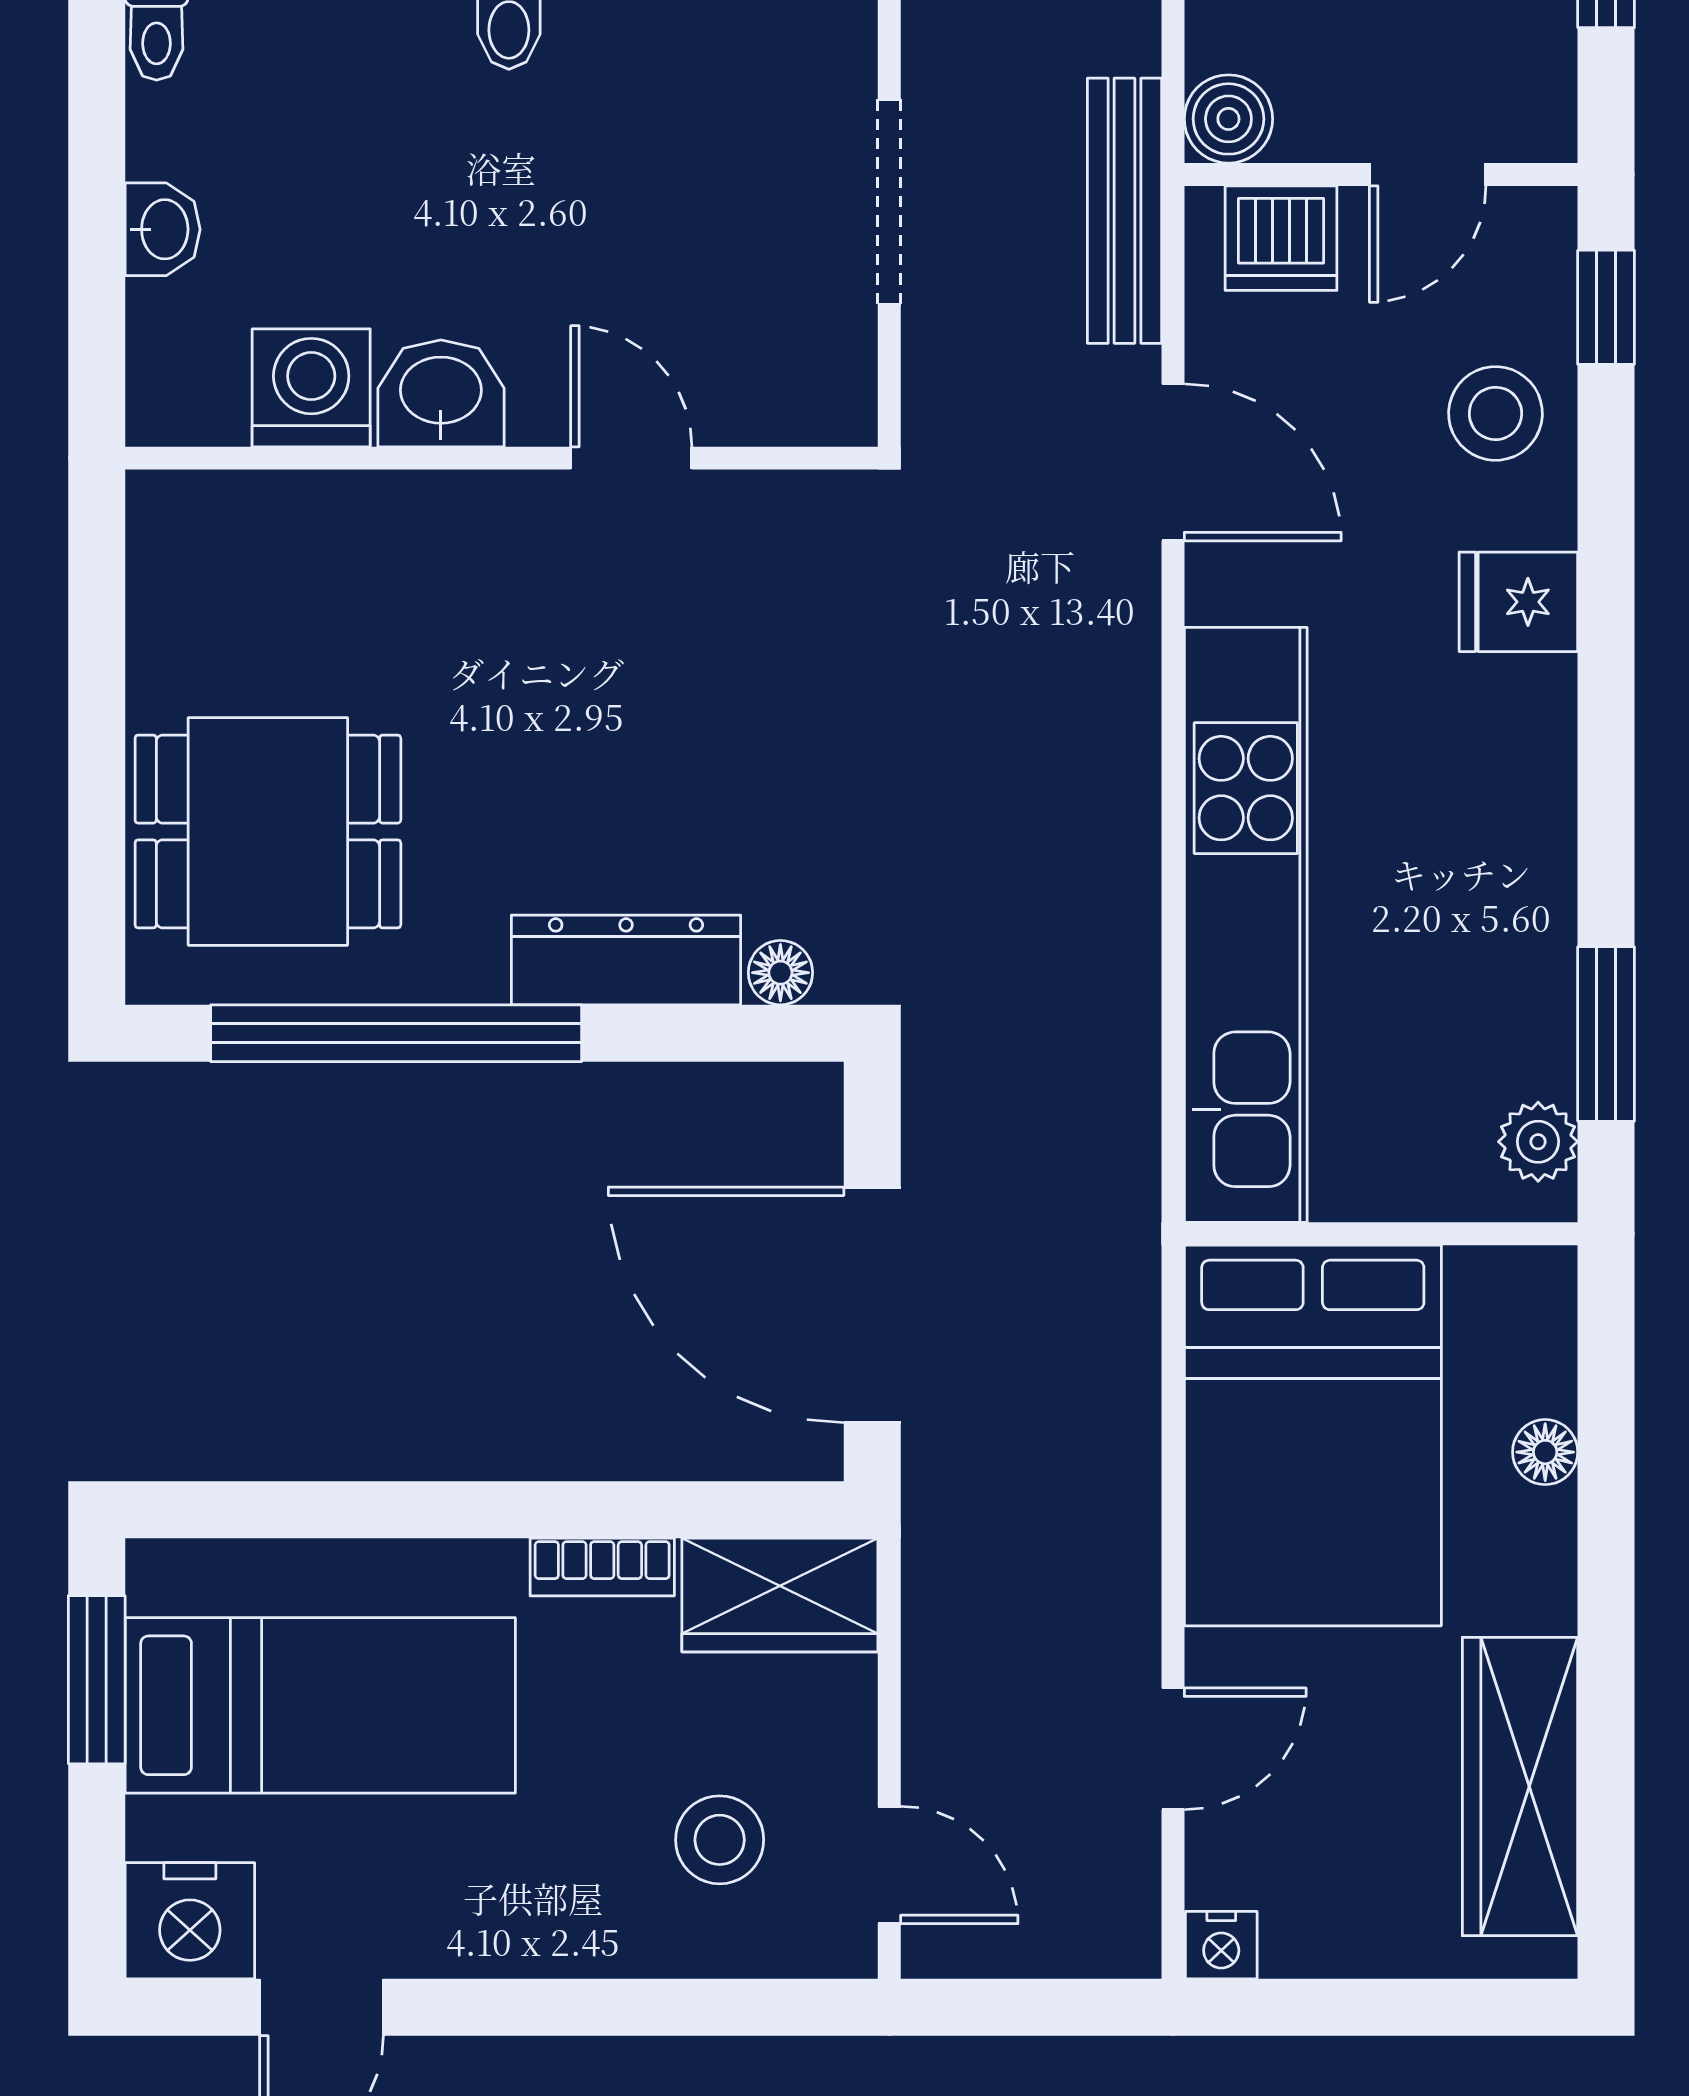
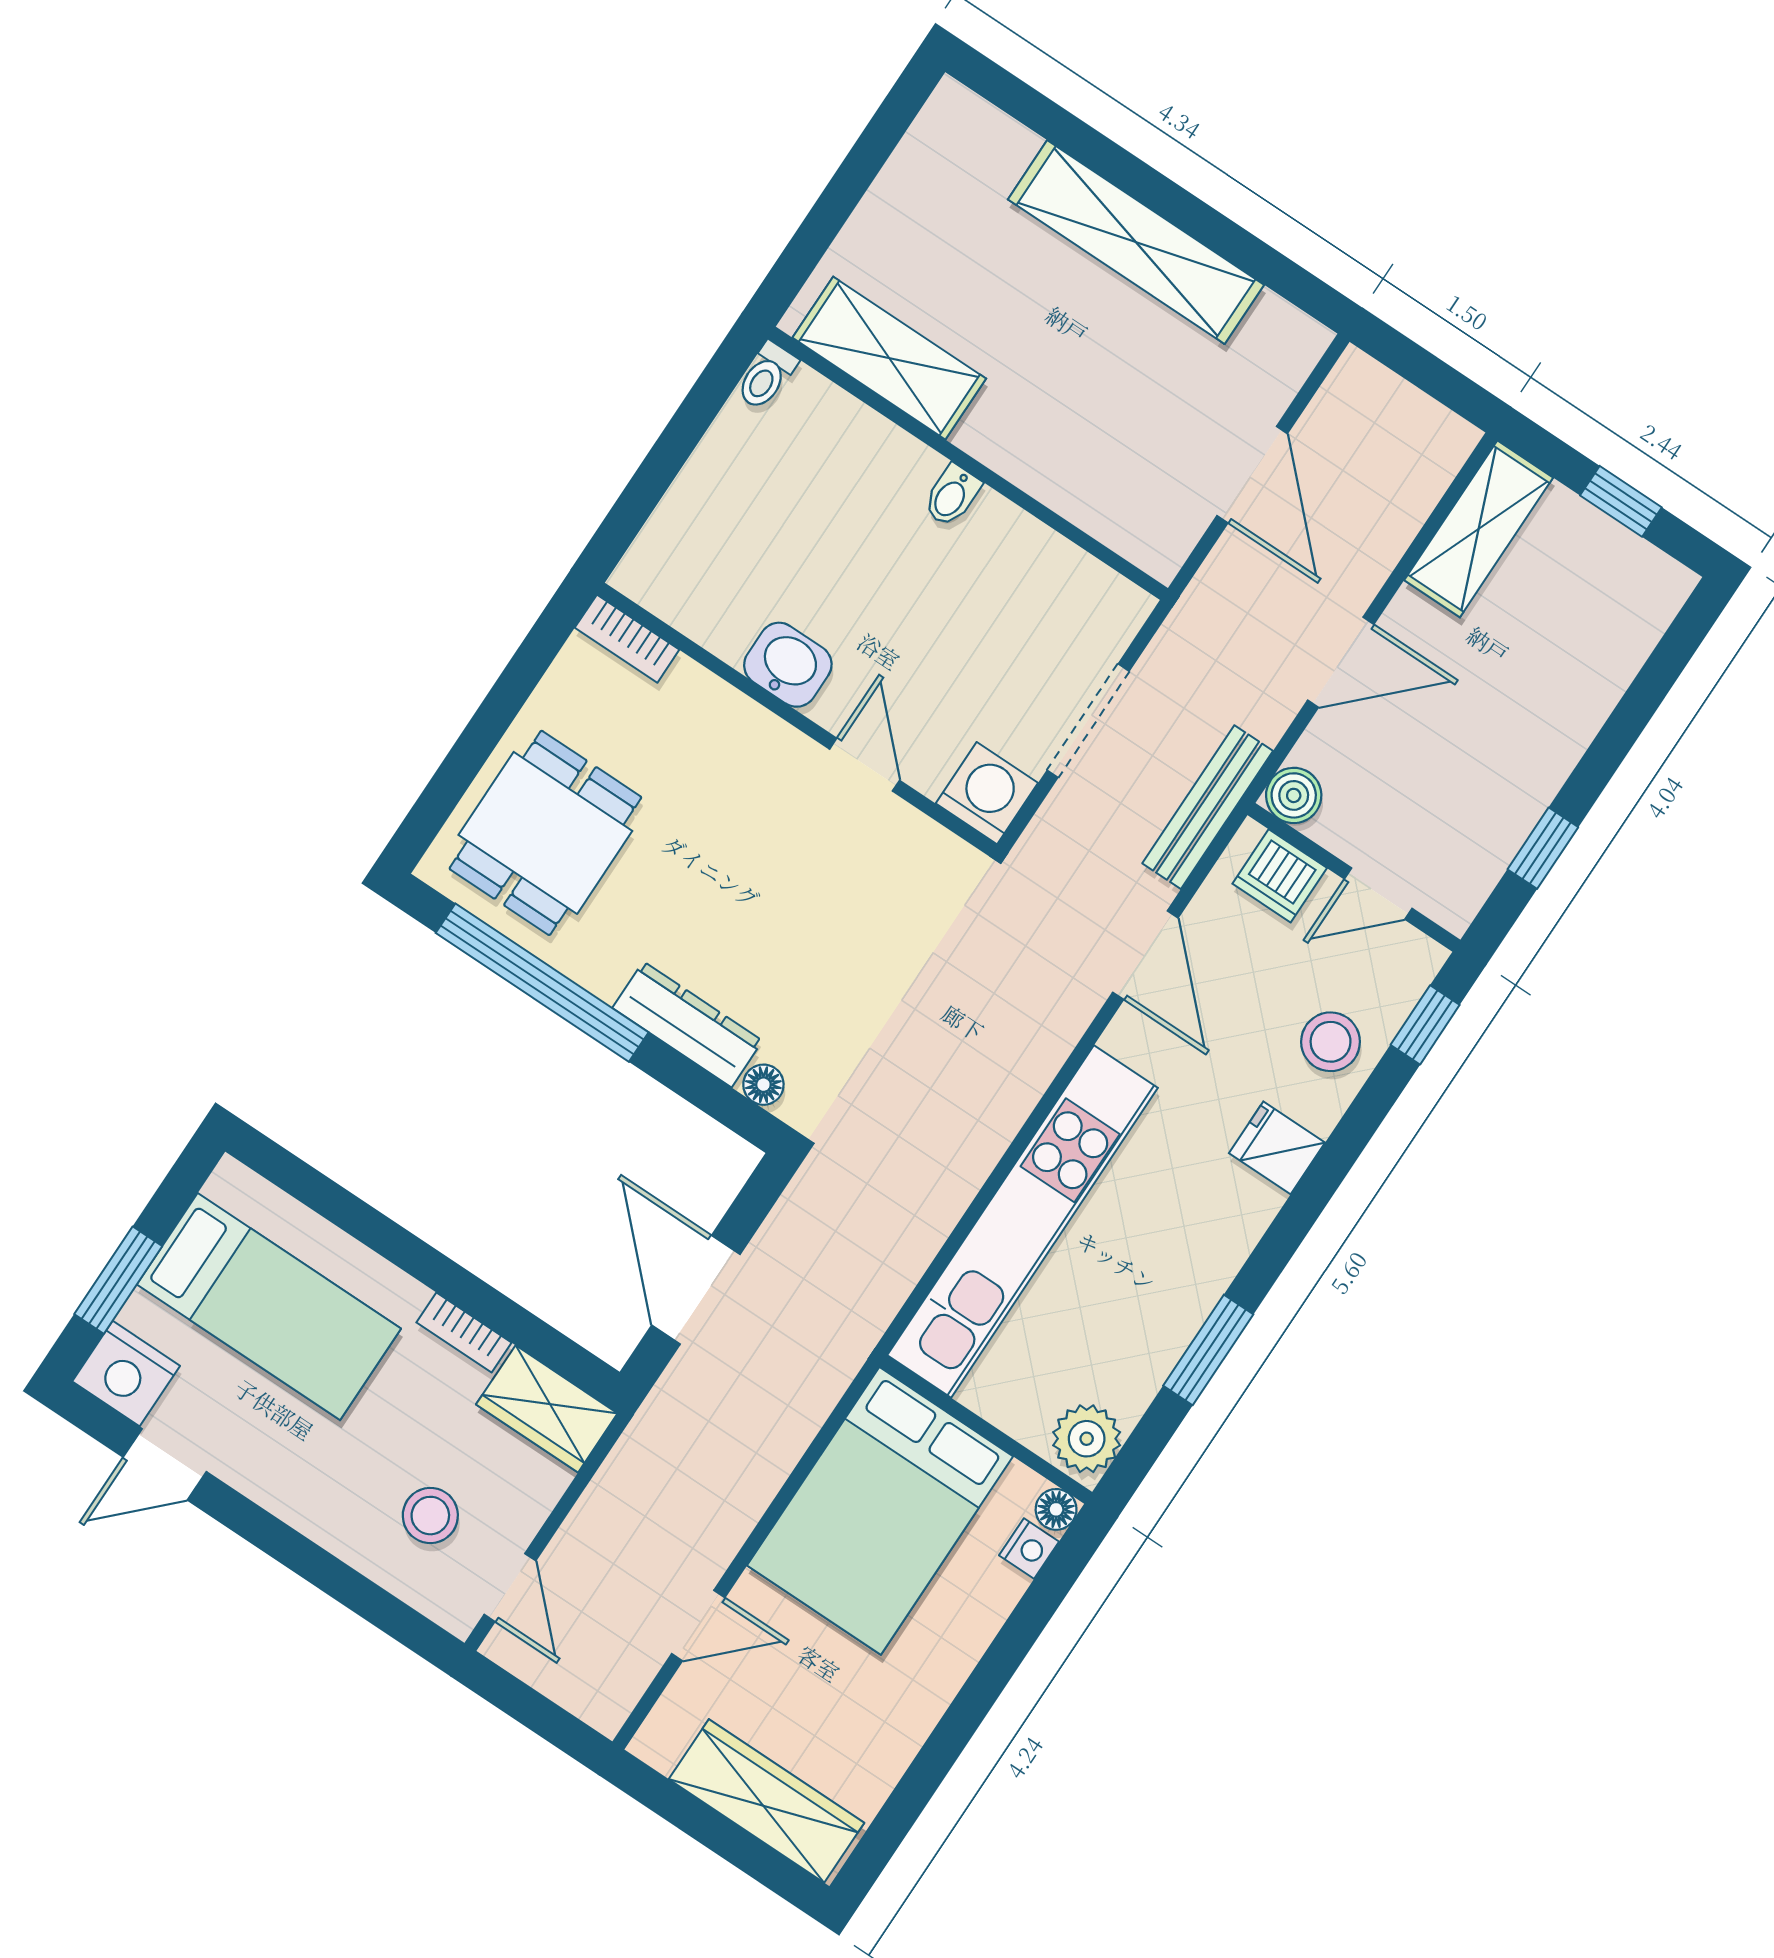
washbasin: (163, 229) -> (700, 482), removed
washing machine: (311, 388) -> (987, 793), moved
bookcase: (204, 501) -> (627, 639), added
dining table: (268, 831) -> (545, 833), turned 90
window: (1606, 1034) -> (1208, 1350), moved
plant: (1538, 1142) -> (1087, 1439), width x1.38, depth x1.38
door: (872, 1305) -> (696, 1290), width x0.73
floor lamp: (1545, 1452) -> (1056, 1509), moved
window: (97, 1680) -> (118, 1280), moved
wardrobe: (1520, 1787) -> (767, 1801), moved, turned 90
nightstand: (1221, 1945) -> (1029, 1549), moved, turned -90

